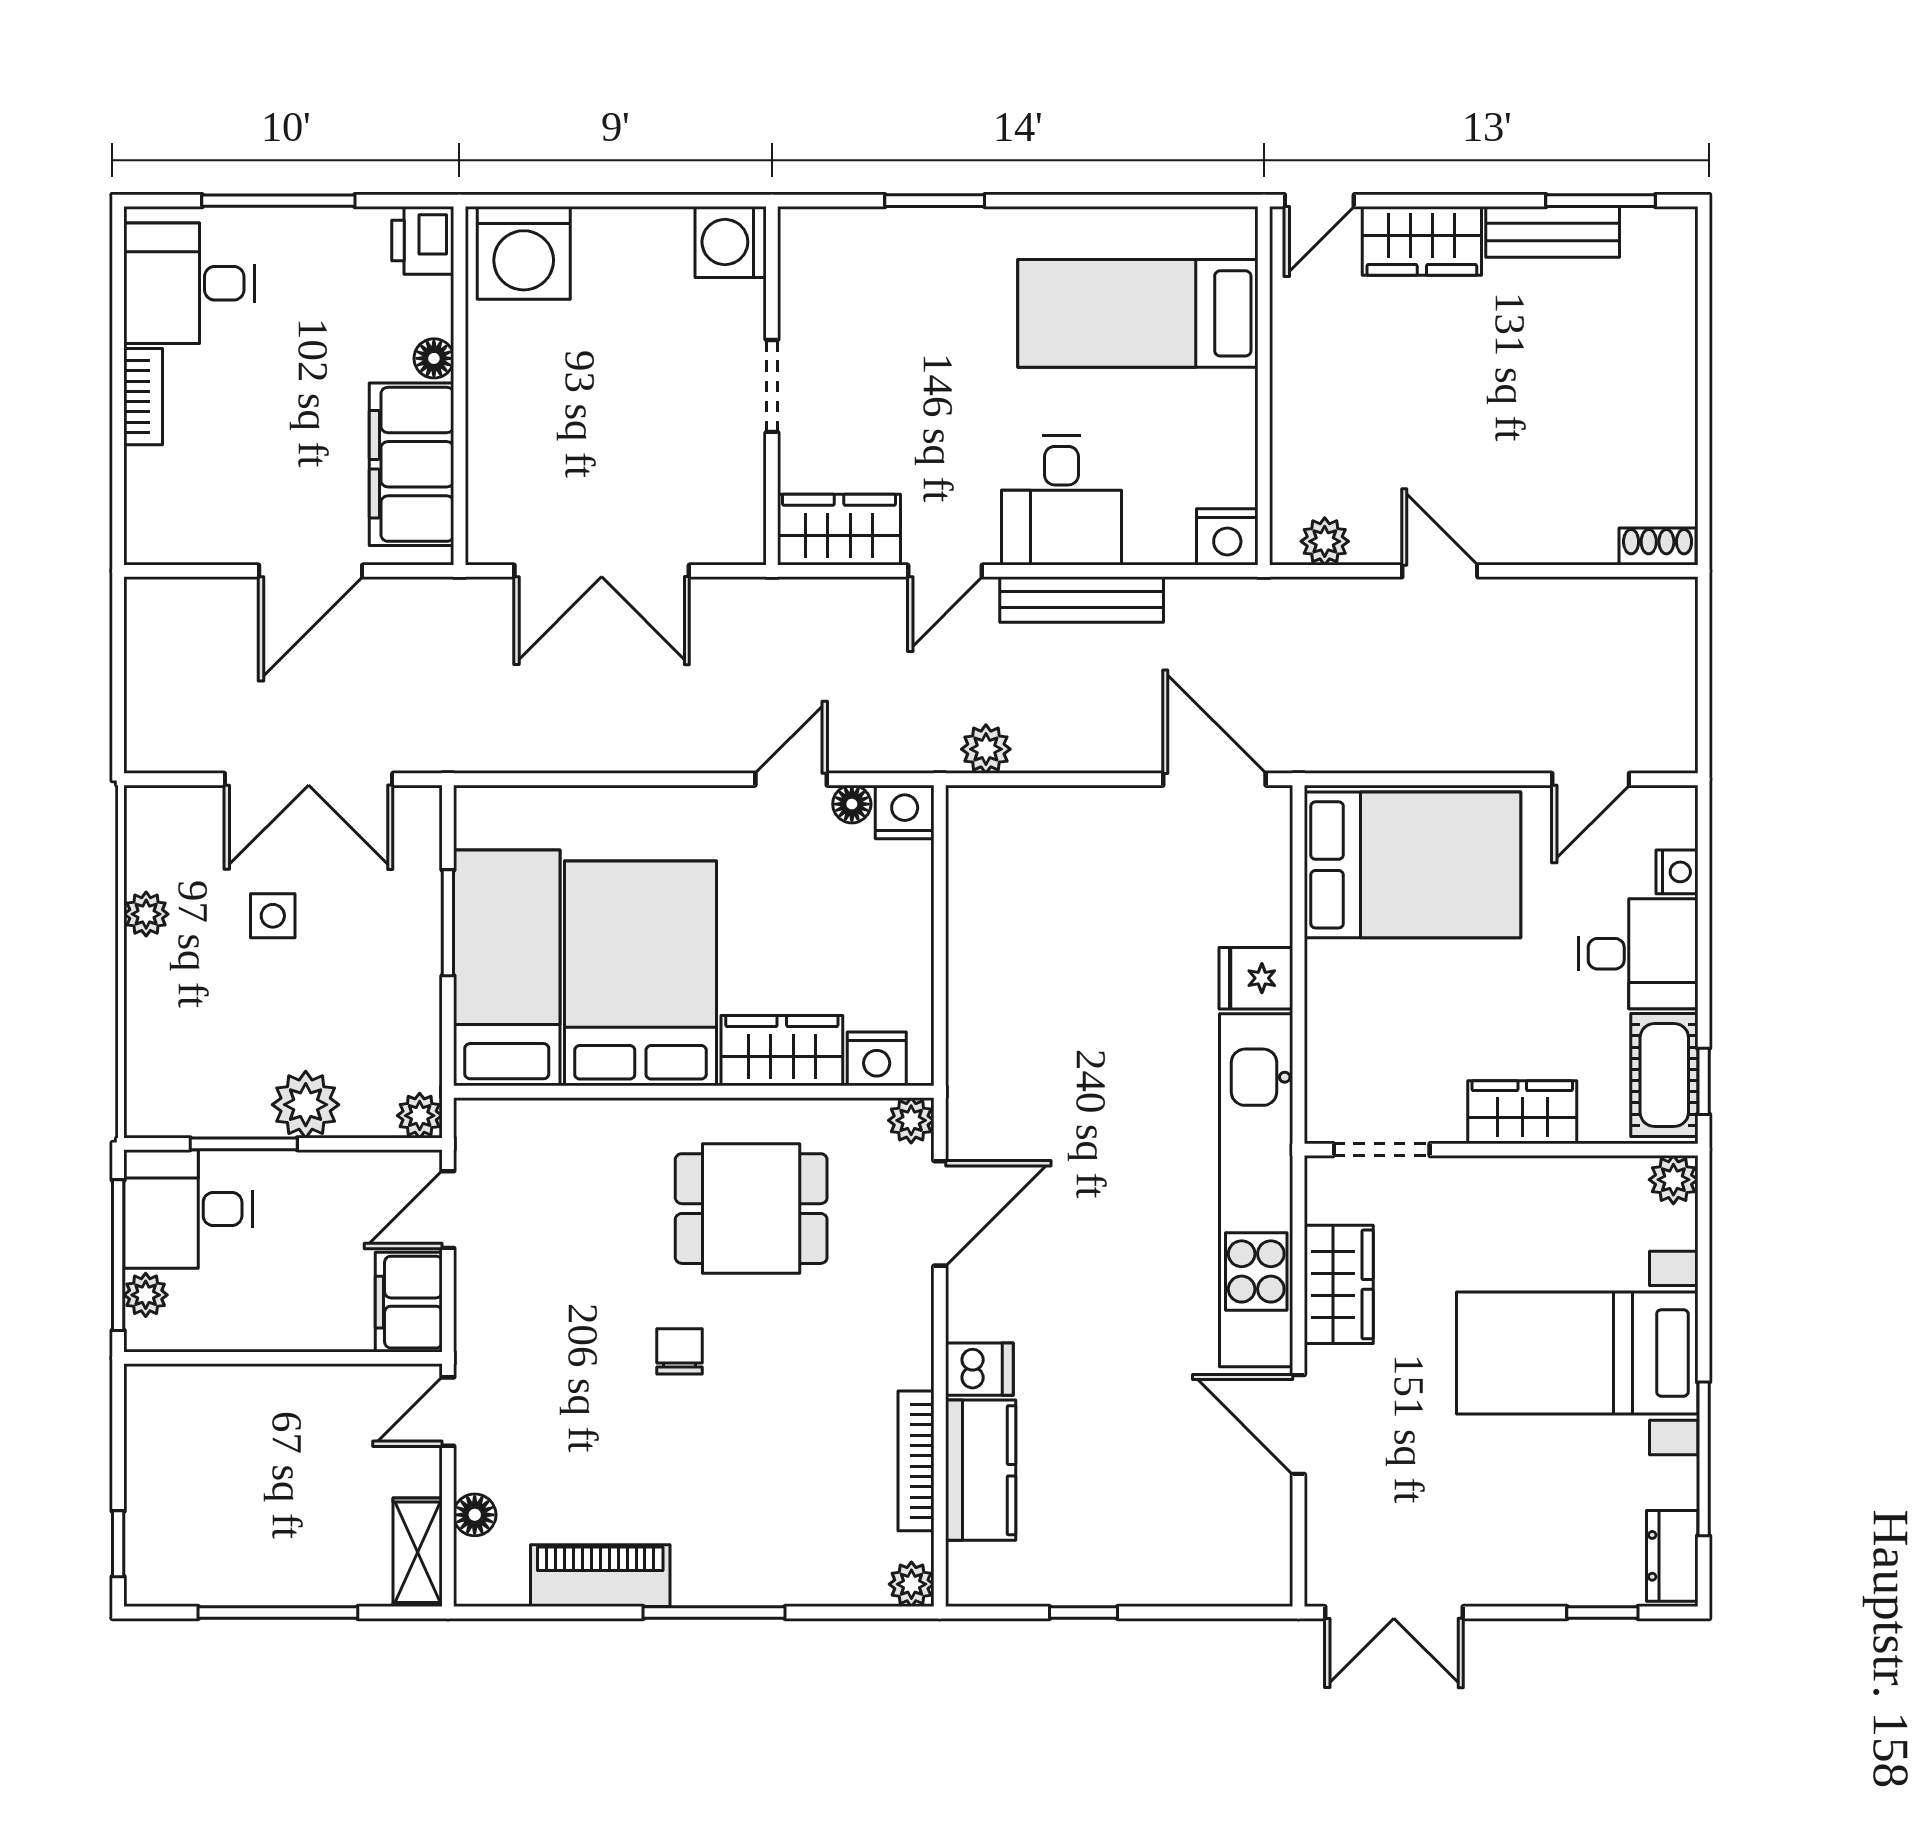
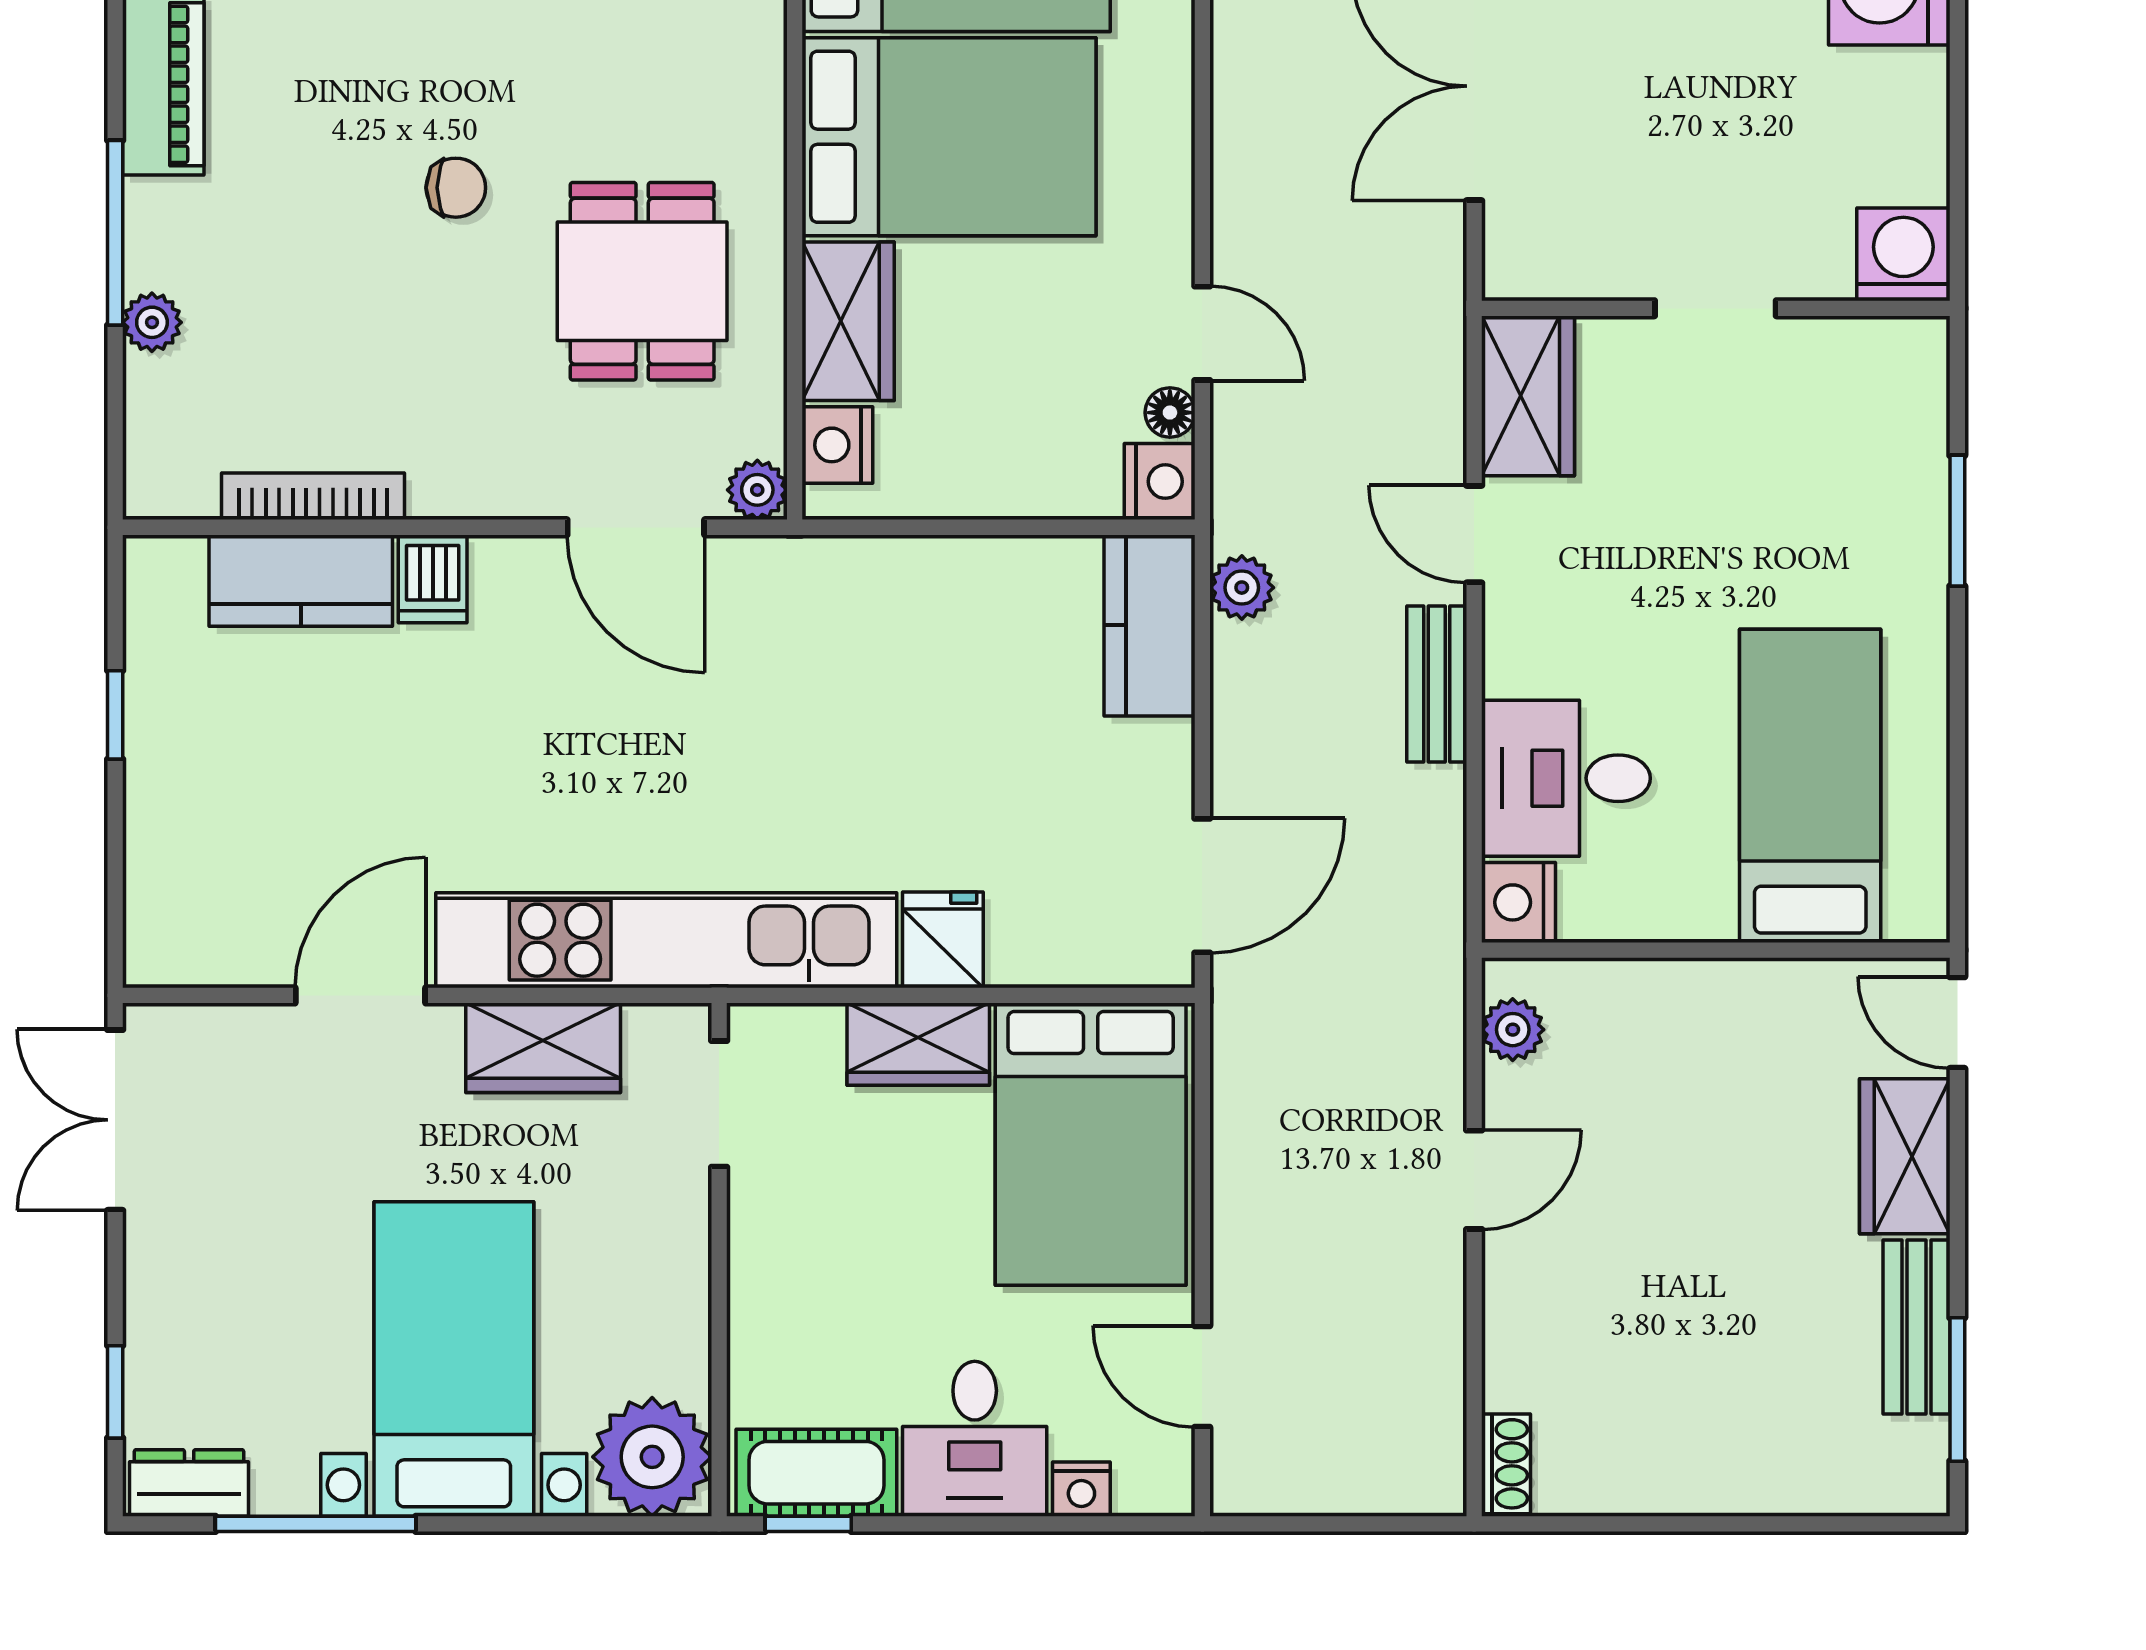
desk: (1061, 501) -> (1566, 778), moved
bench: (1082, 600) -> (1437, 684), width x0.73
kitchen counter: (1015, 820) -> (1149, 625), added
wardrobe: (1522, 1112) -> (918, 1044), moved, turned 90
plant: (1673, 1180) -> (652, 1457), width x1.87, depth x1.87
plant: (911, 1584) -> (152, 322), moved

